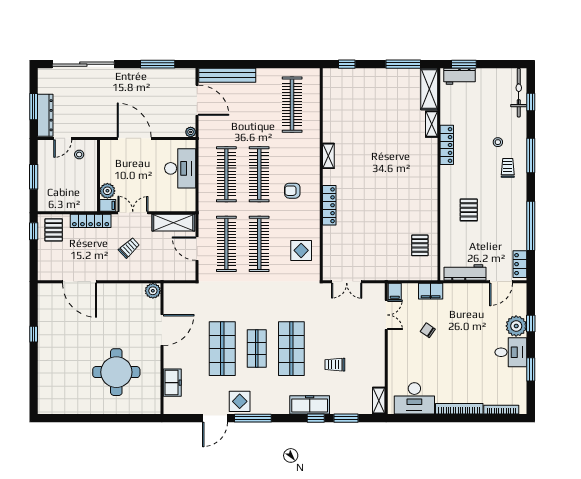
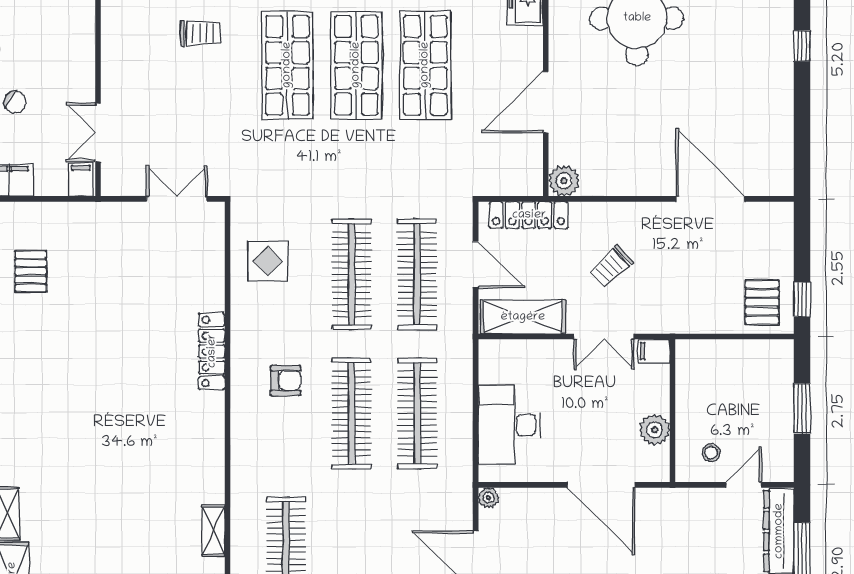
shelving: (328, 156) -> (213, 531), moved
plant: (107, 191) -> (655, 430), moved
locker: (91, 221) -> (529, 215), moved, turned 180
window: (34, 334) -> (802, 46), moved
shop shelf: (257, 349) -> (356, 65), width x1.43, depth x1.36

